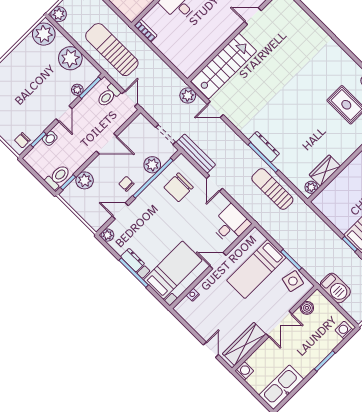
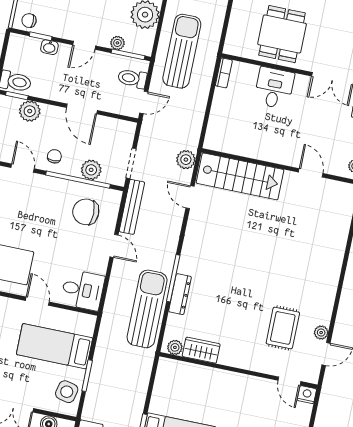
dresser: (264, 147) -> (180, 294), moved
door: (215, 183) -> (114, 246), swing flipped
sun lounger: (272, 189) -> (147, 309), width x1.36, depth x1.34

